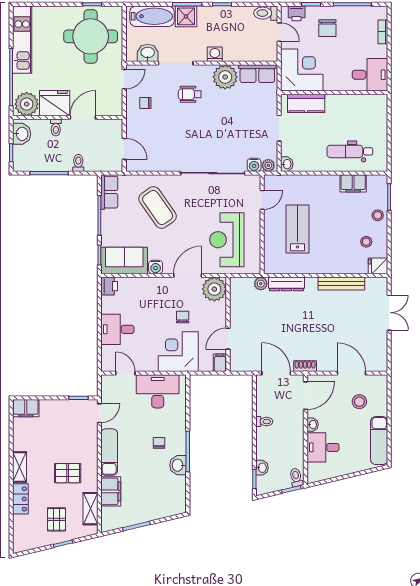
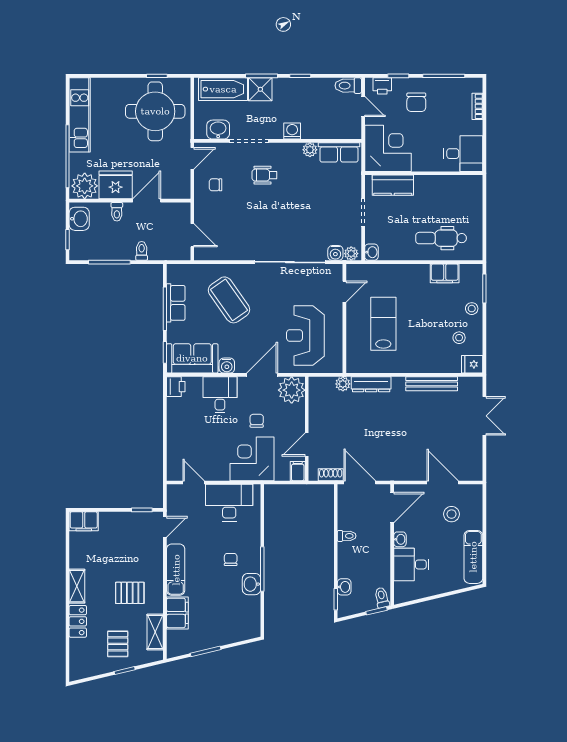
plant: (225, 77) -> (310, 150), width x0.53, depth x0.53
row of seats: (109, 192) -> (176, 303), moved
desk: (117, 329) -> (220, 395), moved, turned 90
shoe rack: (305, 366) -> (331, 475), moved

